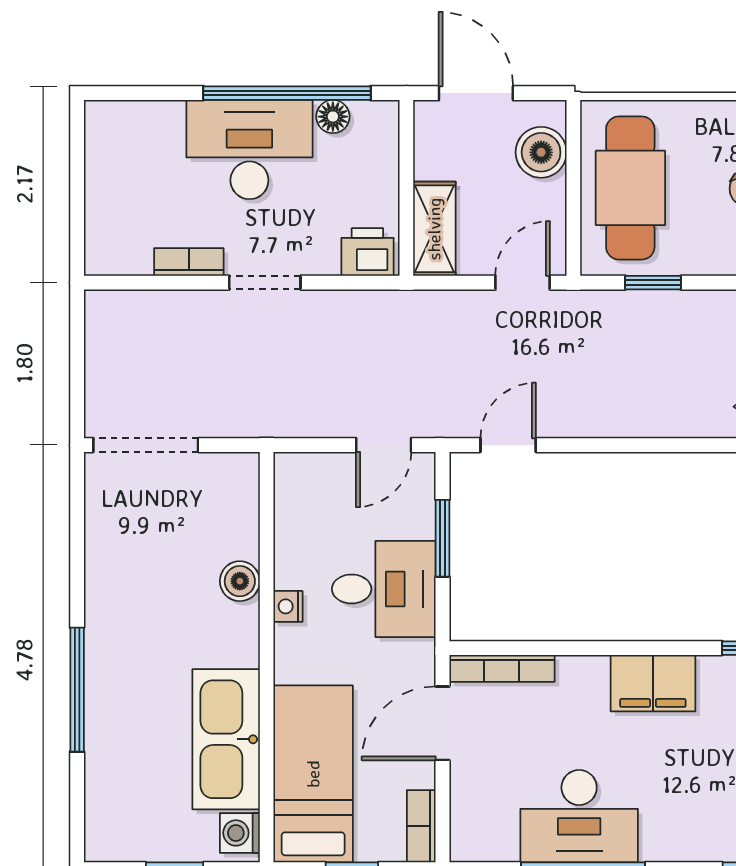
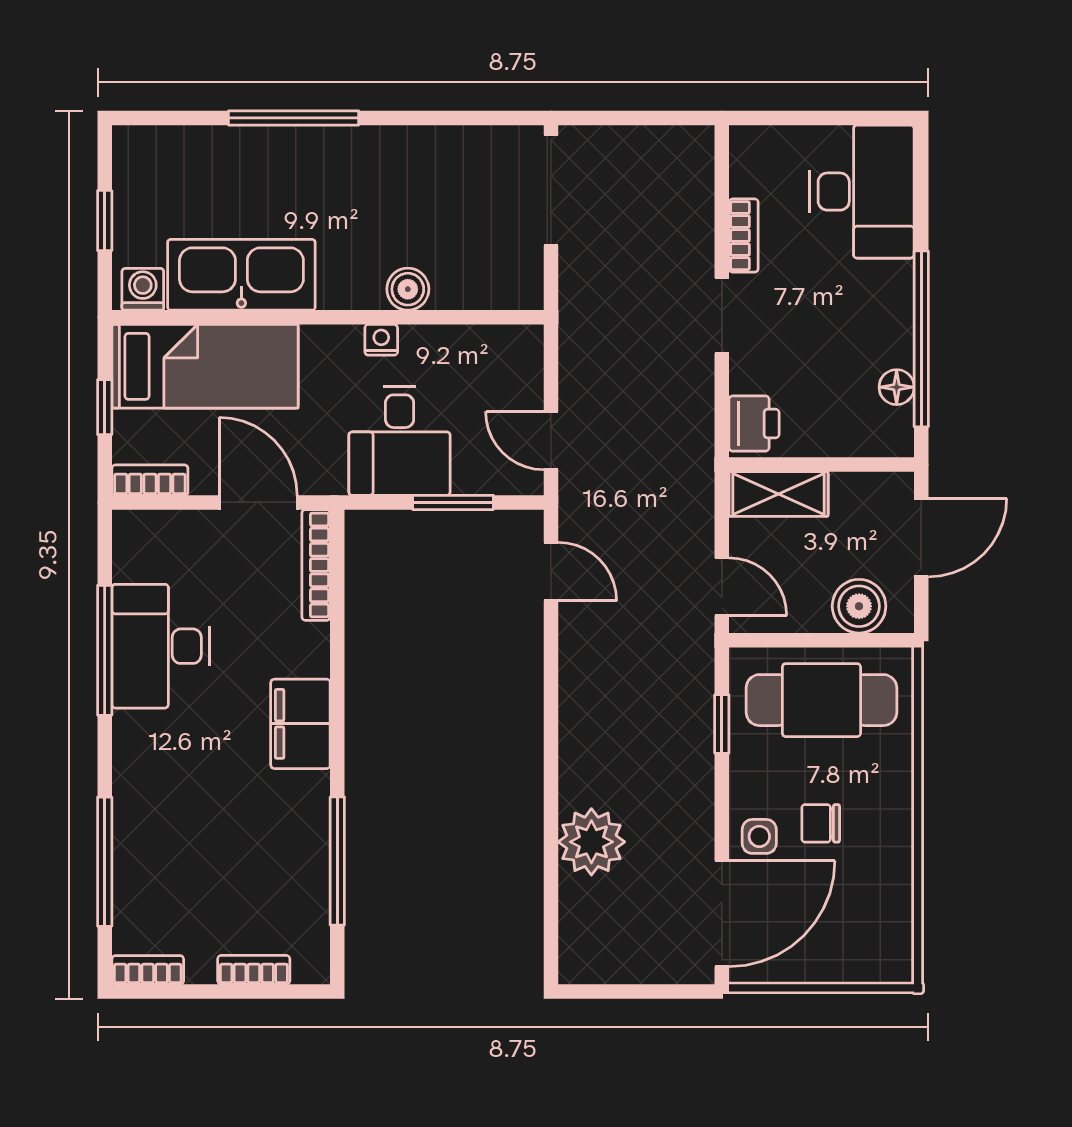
desk: (249, 150) -> (862, 192), moved

